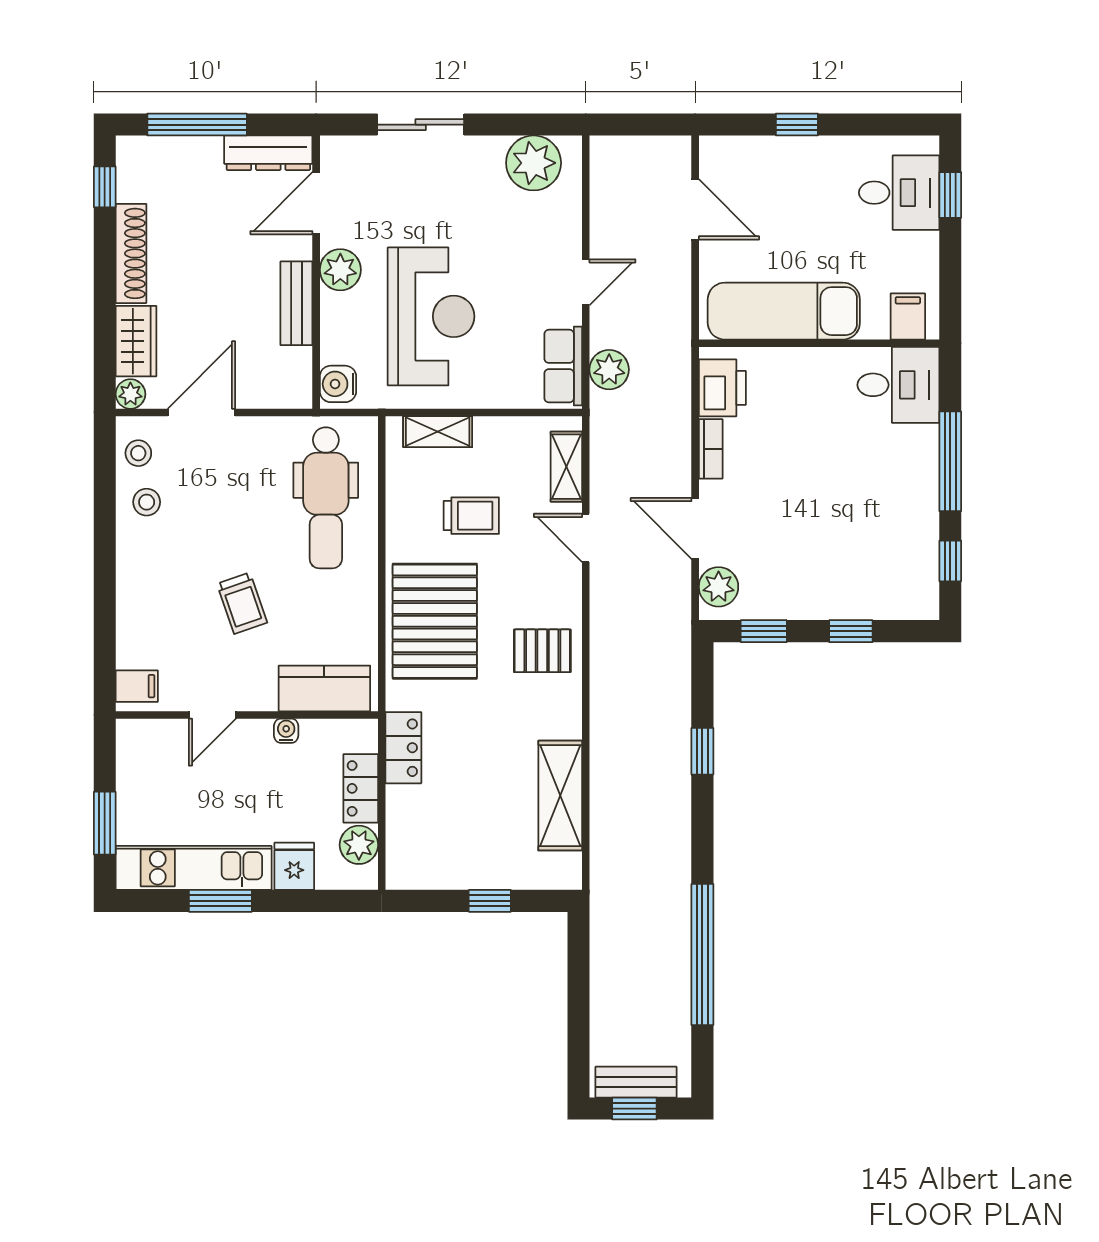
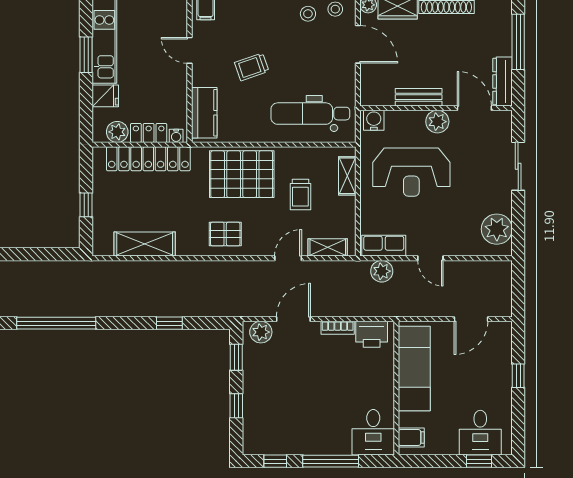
pallet: (542, 651) -> (225, 234), turned 90
water cooler: (286, 731) -> (176, 136), moved, turned 90
locker: (403, 748) -> (148, 159), width x2.16, depth x1.21

